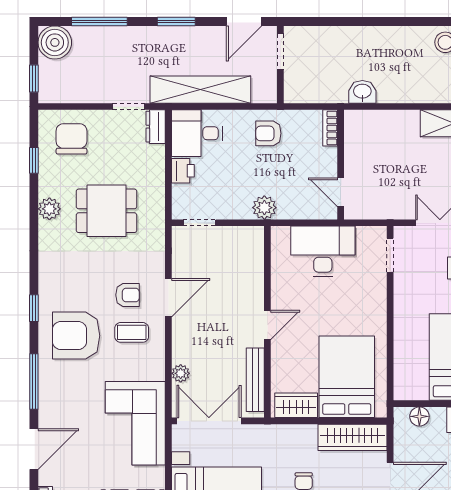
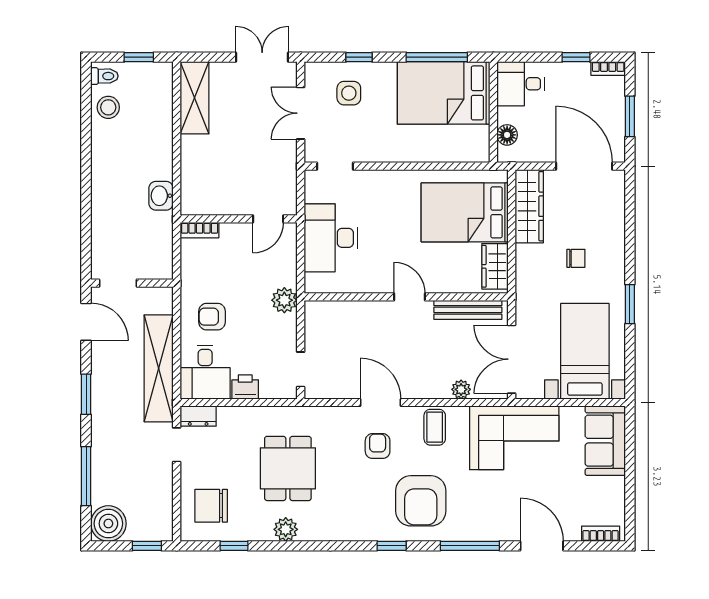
armchair: (268, 133) -> (212, 317), moved, turned 90
coffee table: (132, 332) -> (435, 427), moved

